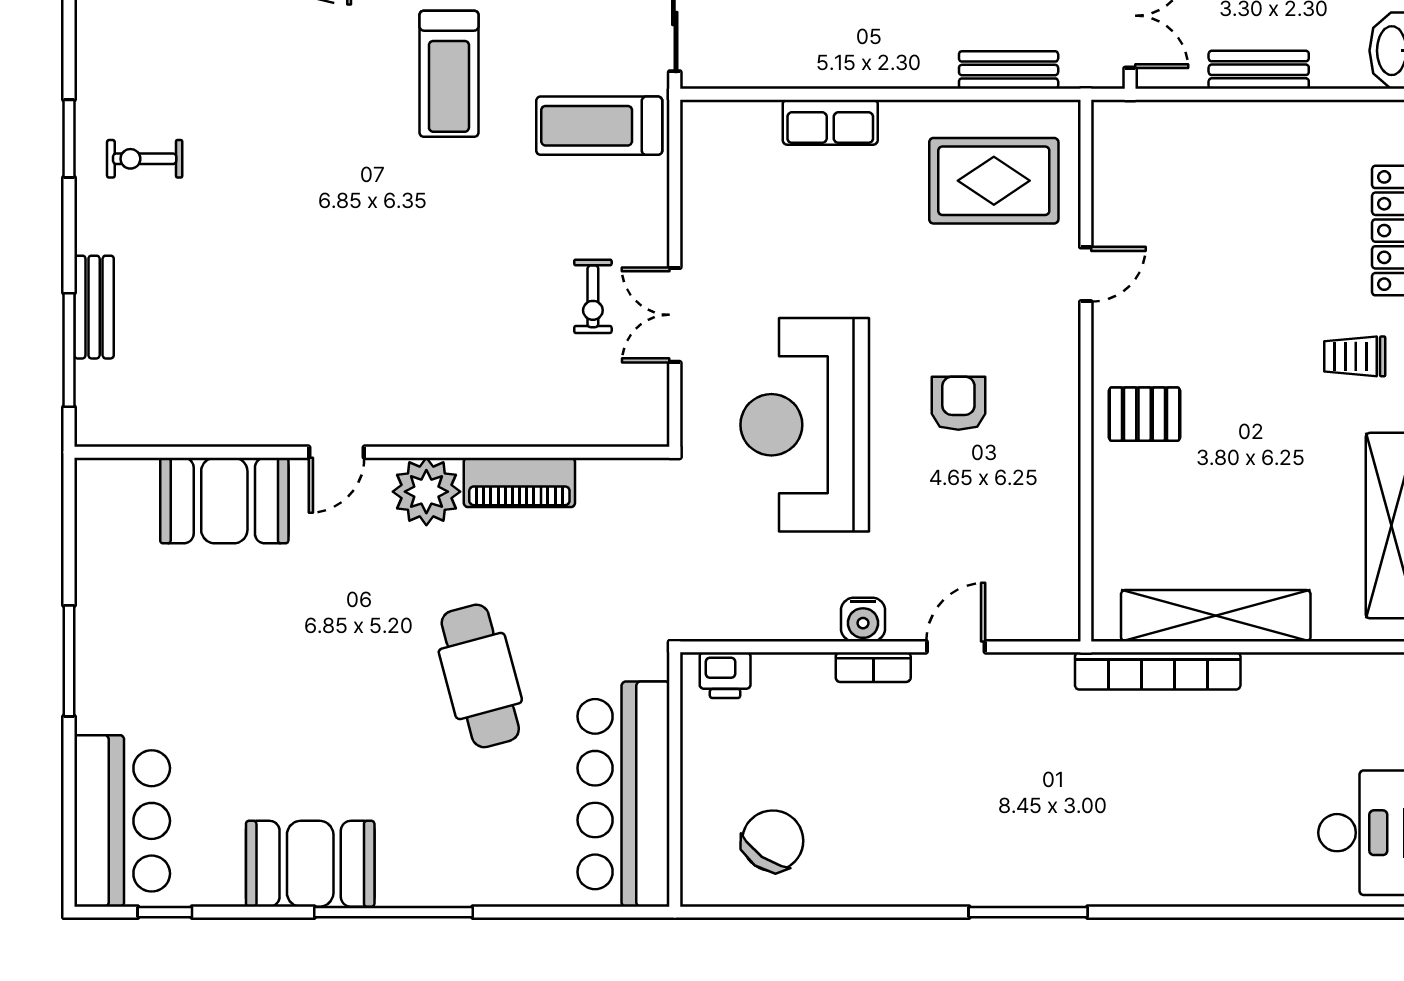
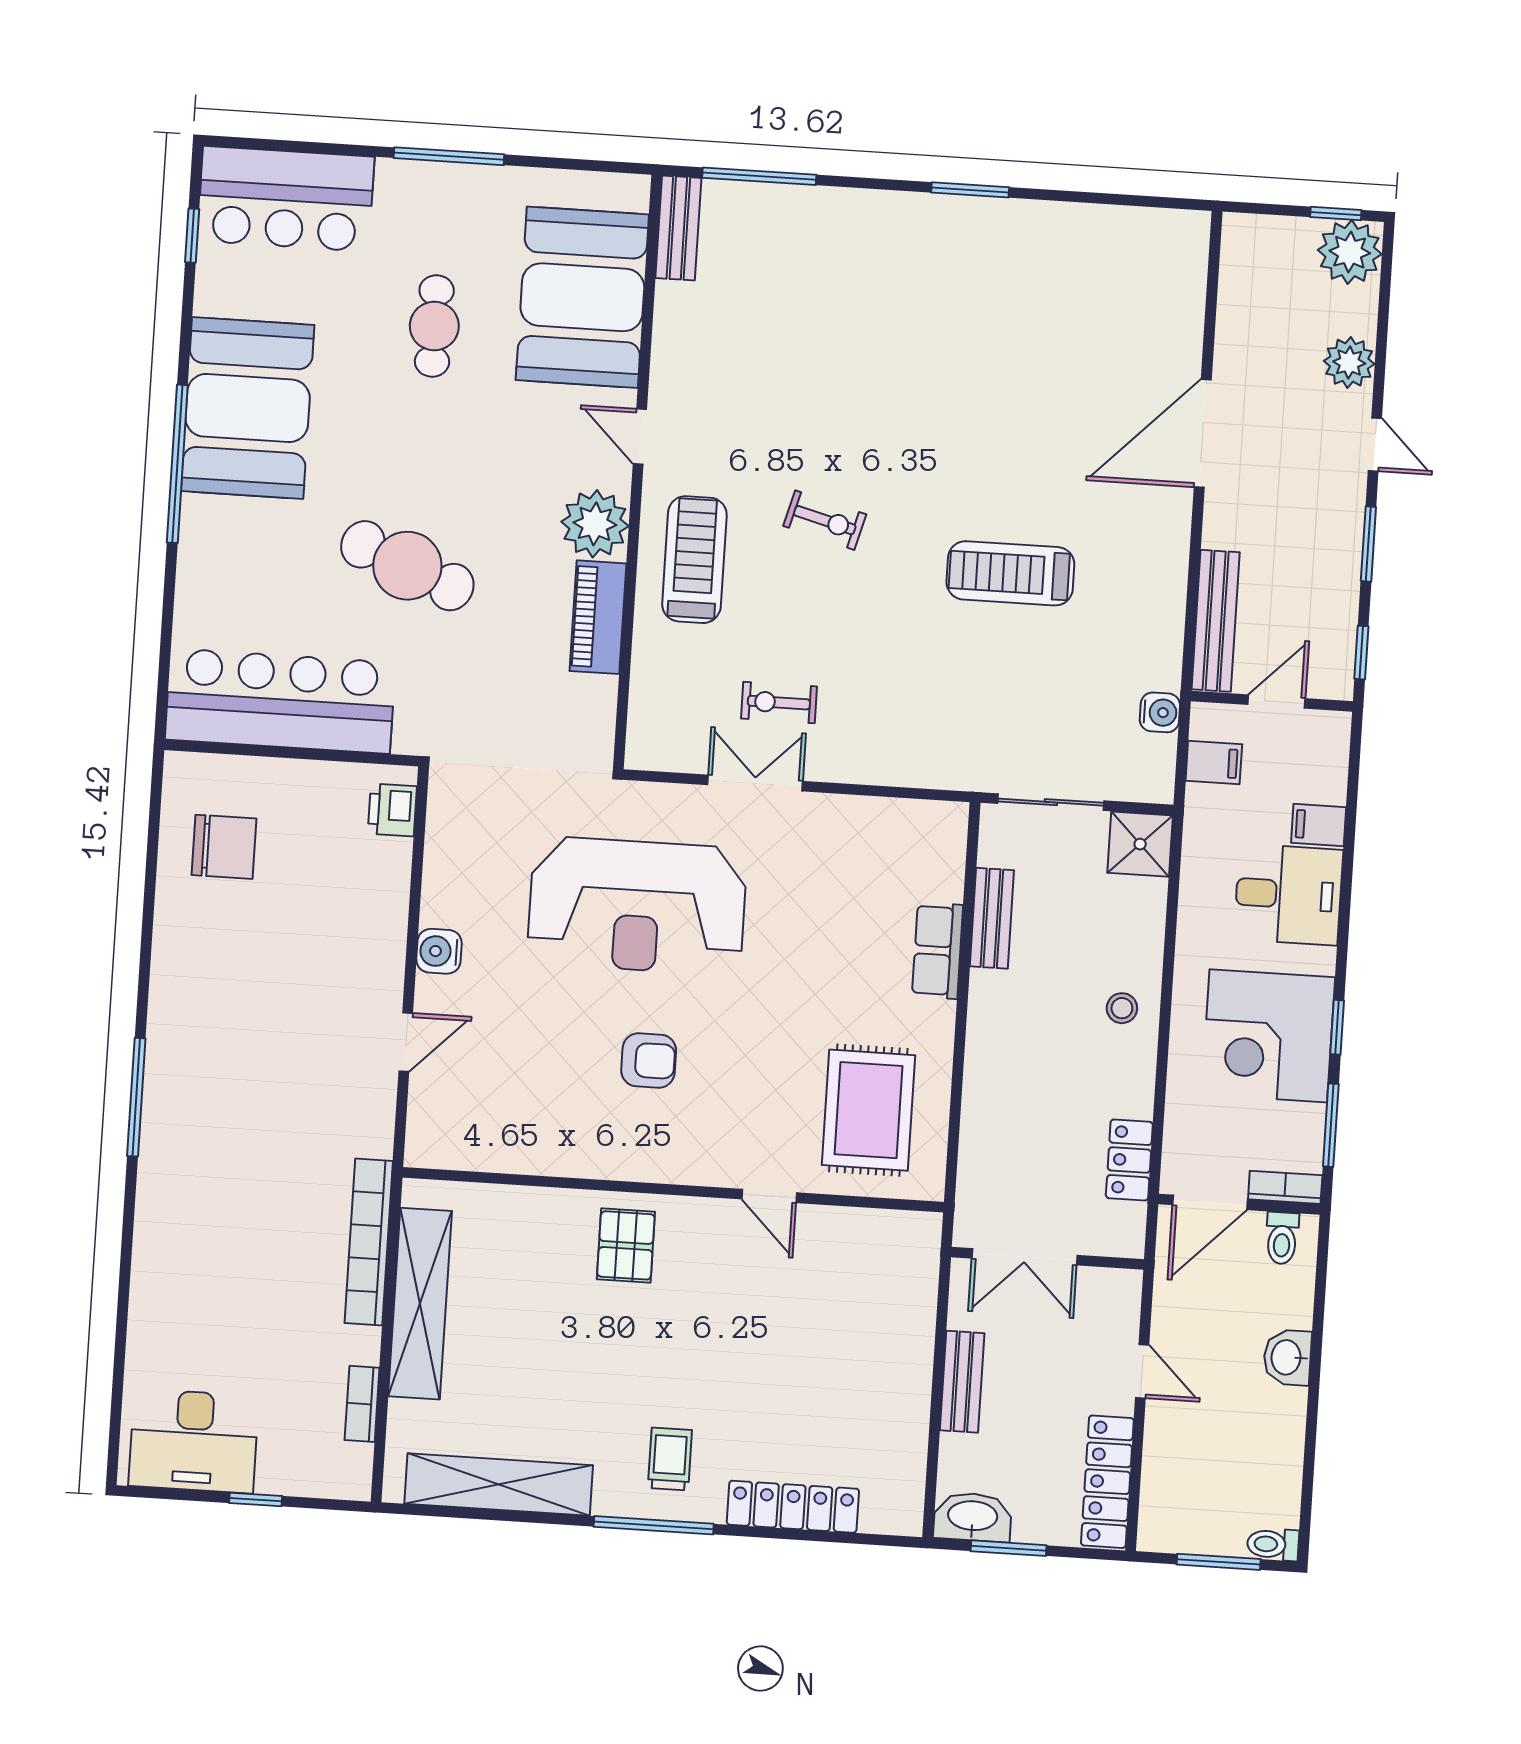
bench: (1009, 70) -> (992, 918), moved
treadmill: (599, 126) -> (694, 560), moved
exercise bike: (145, 159) -> (825, 520), moved, turned 105
bench: (94, 307) -> (678, 228), moved, turned 90
reception desk: (805, 425) -> (637, 906), turned 180
booth: (224, 501) -> (582, 297), width x1.36, depth x1.42
door: (956, 647) -> (406, 1042), hinge flipped
cafe table: (239, 665) -> (434, 326), added
bookcase: (873, 667) -> (362, 1404), moved
cafe table: (480, 676) -> (407, 566), turned 37
chair: (773, 841) -> (224, 847), turned -35
booth: (310, 864) -> (248, 408), width x1.36, depth x1.42

